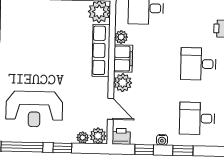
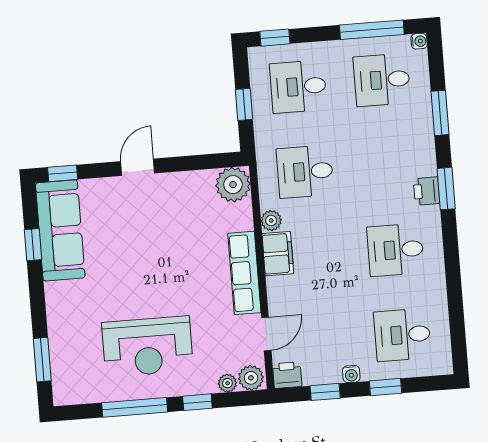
row of seats: (101, 50) -> (244, 273), moved
plant: (123, 83) -> (281, 291), removed
door: (111, 109) -> (266, 334), hinge flipped

